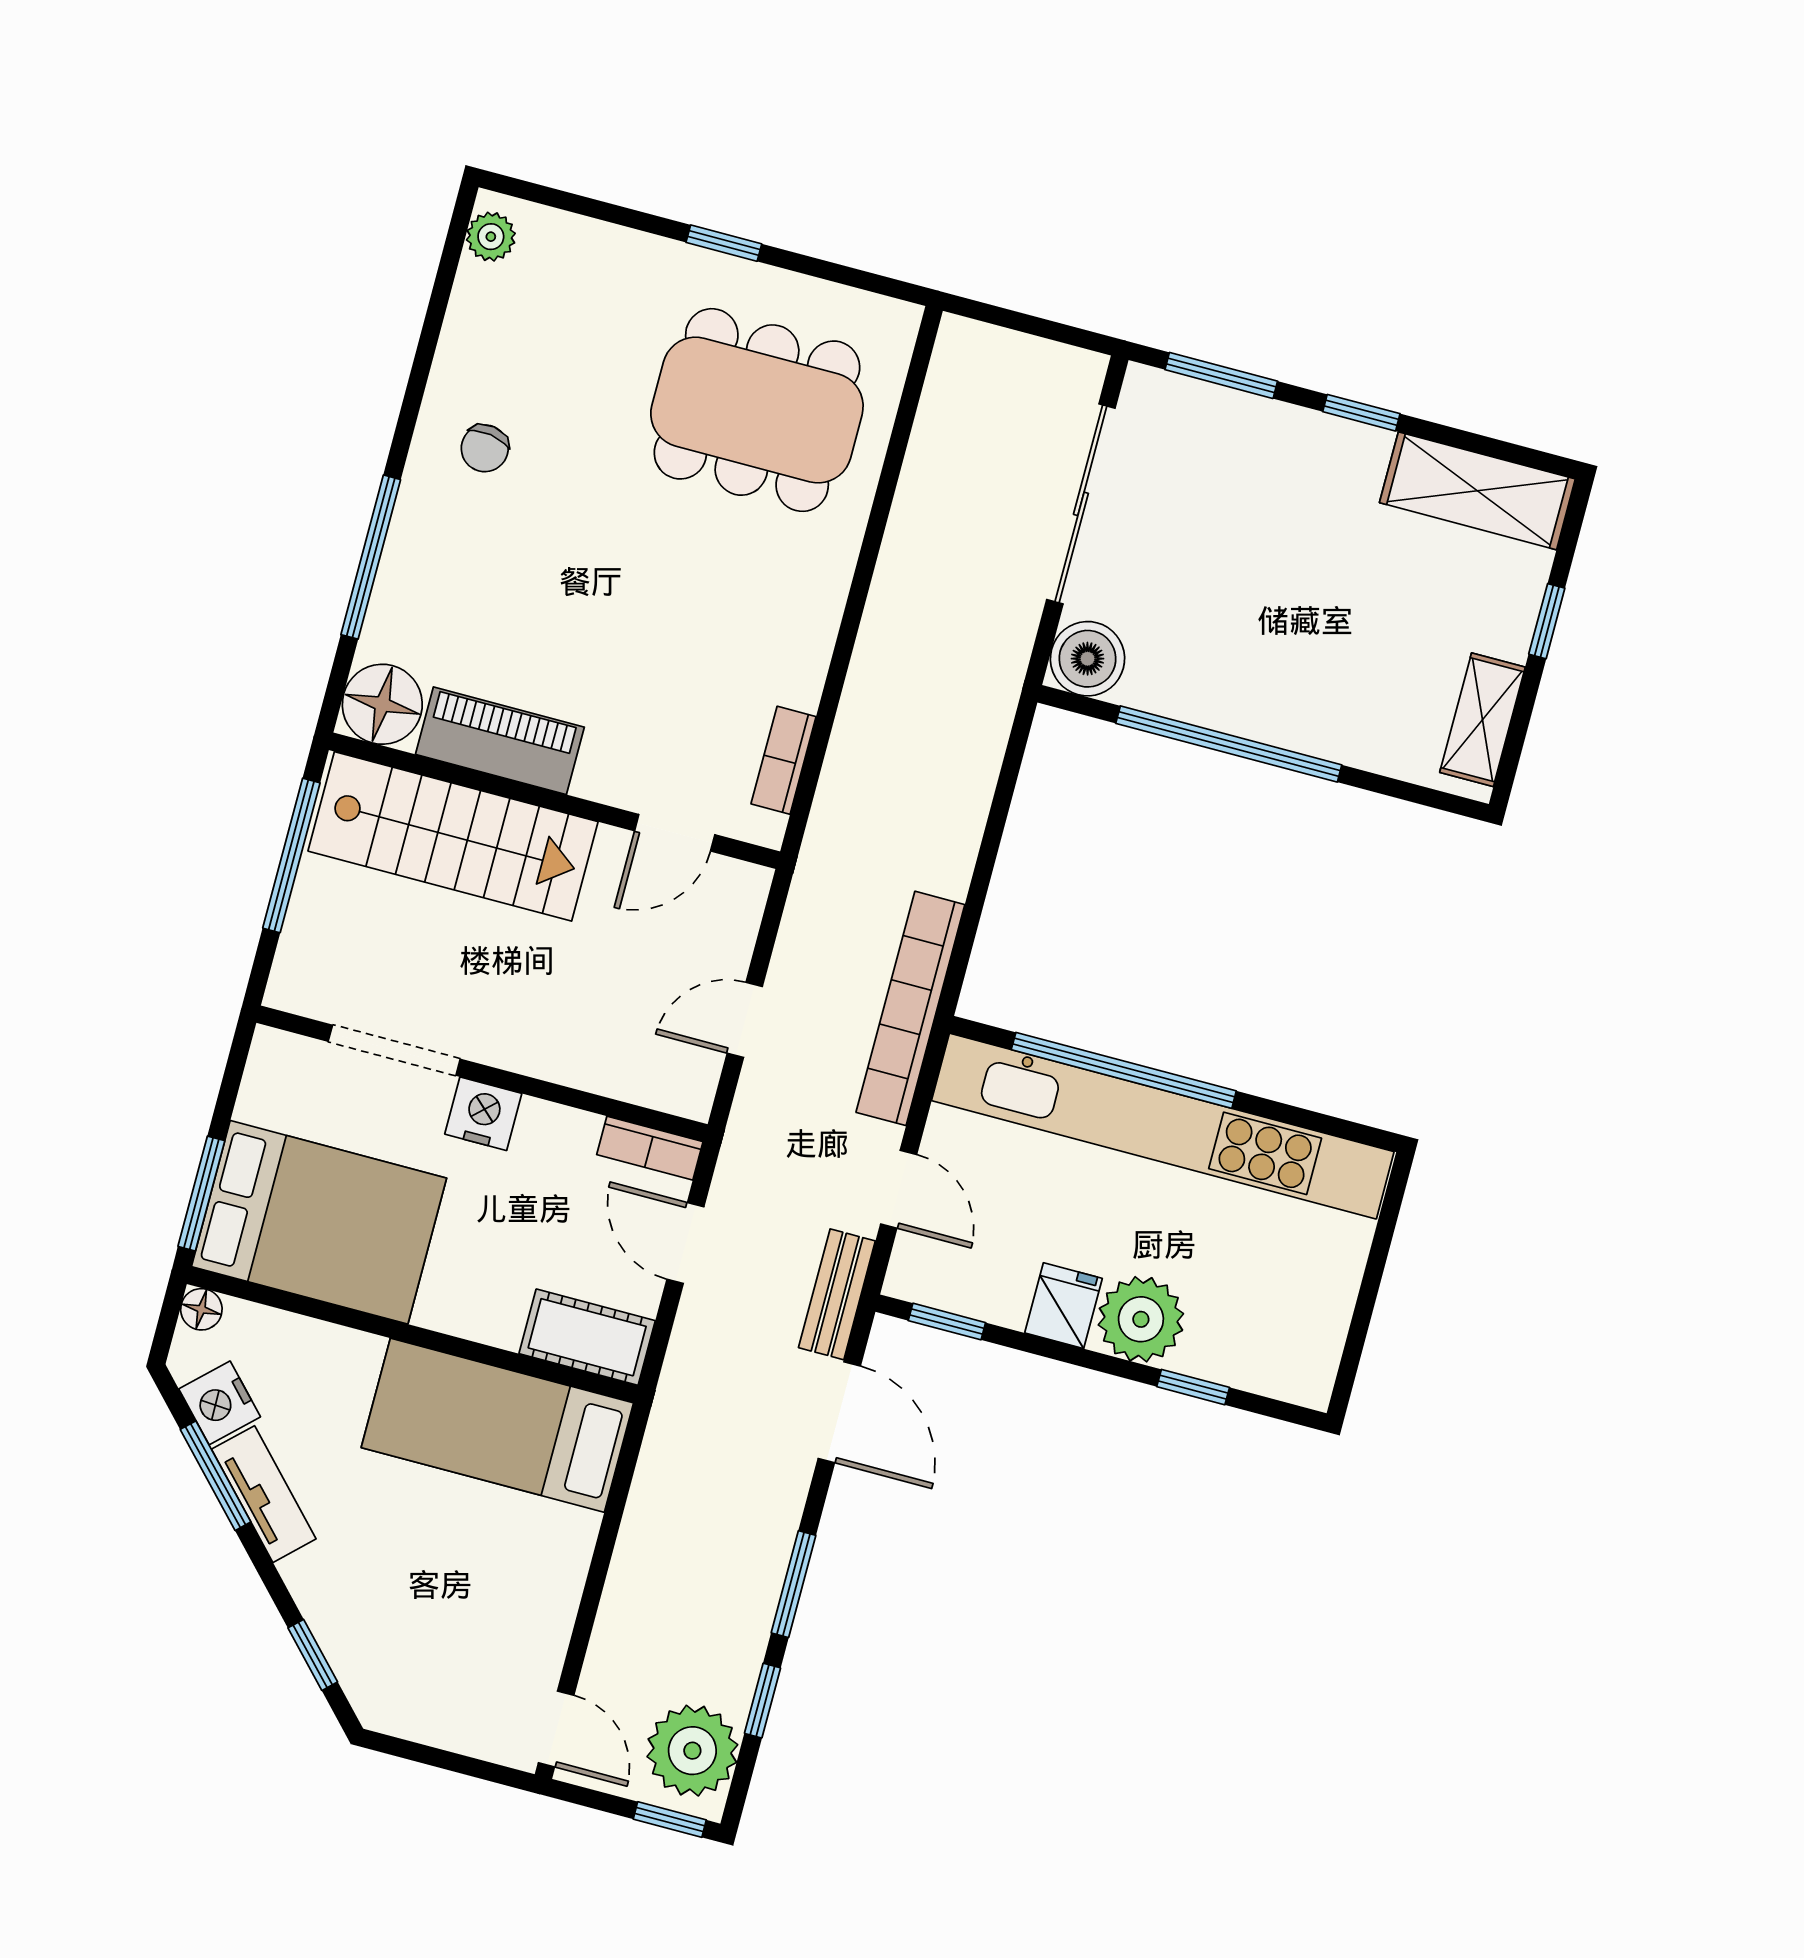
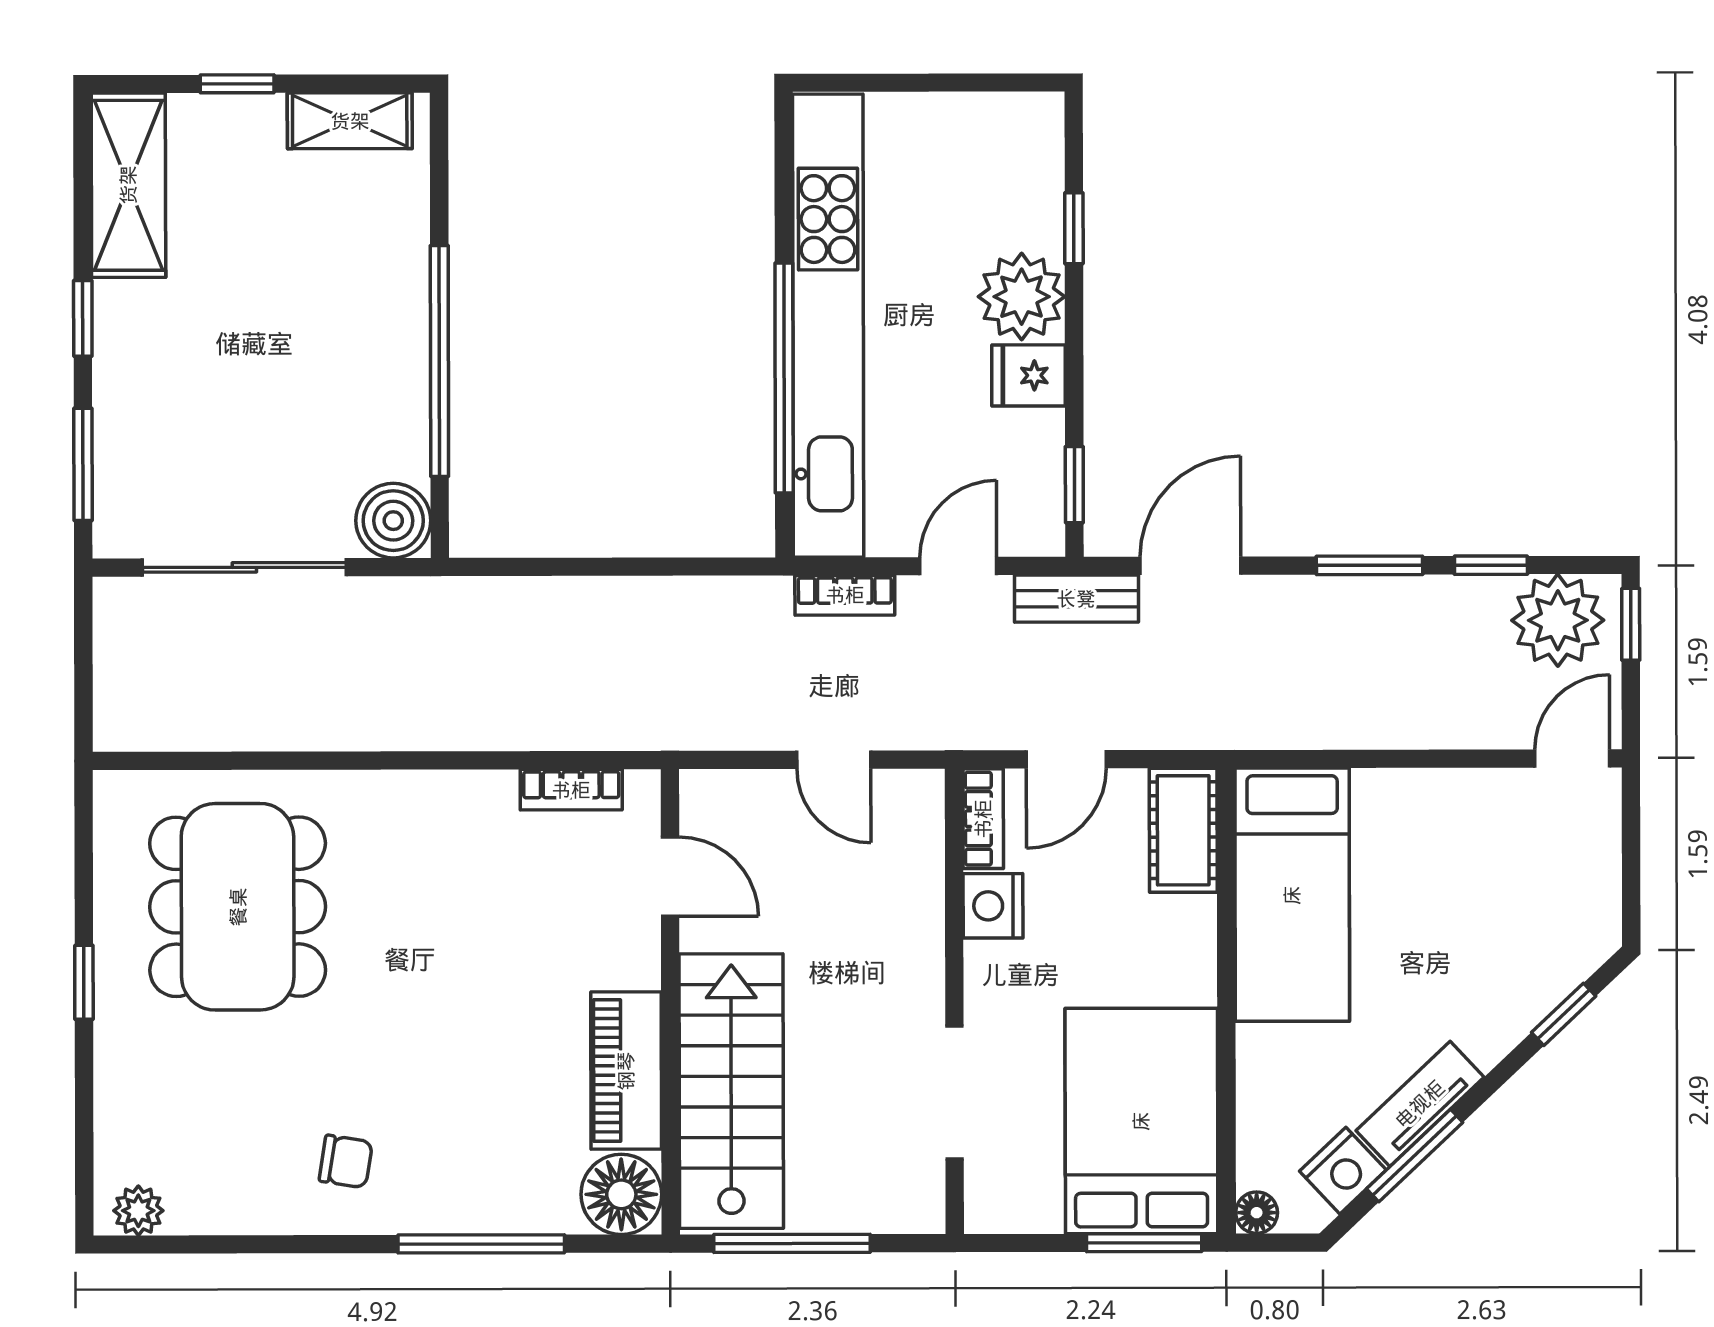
bookcase: (910, 1008) -> (845, 595), width x0.43, depth x0.76
nightstand: (483, 1114) -> (993, 906), moved

